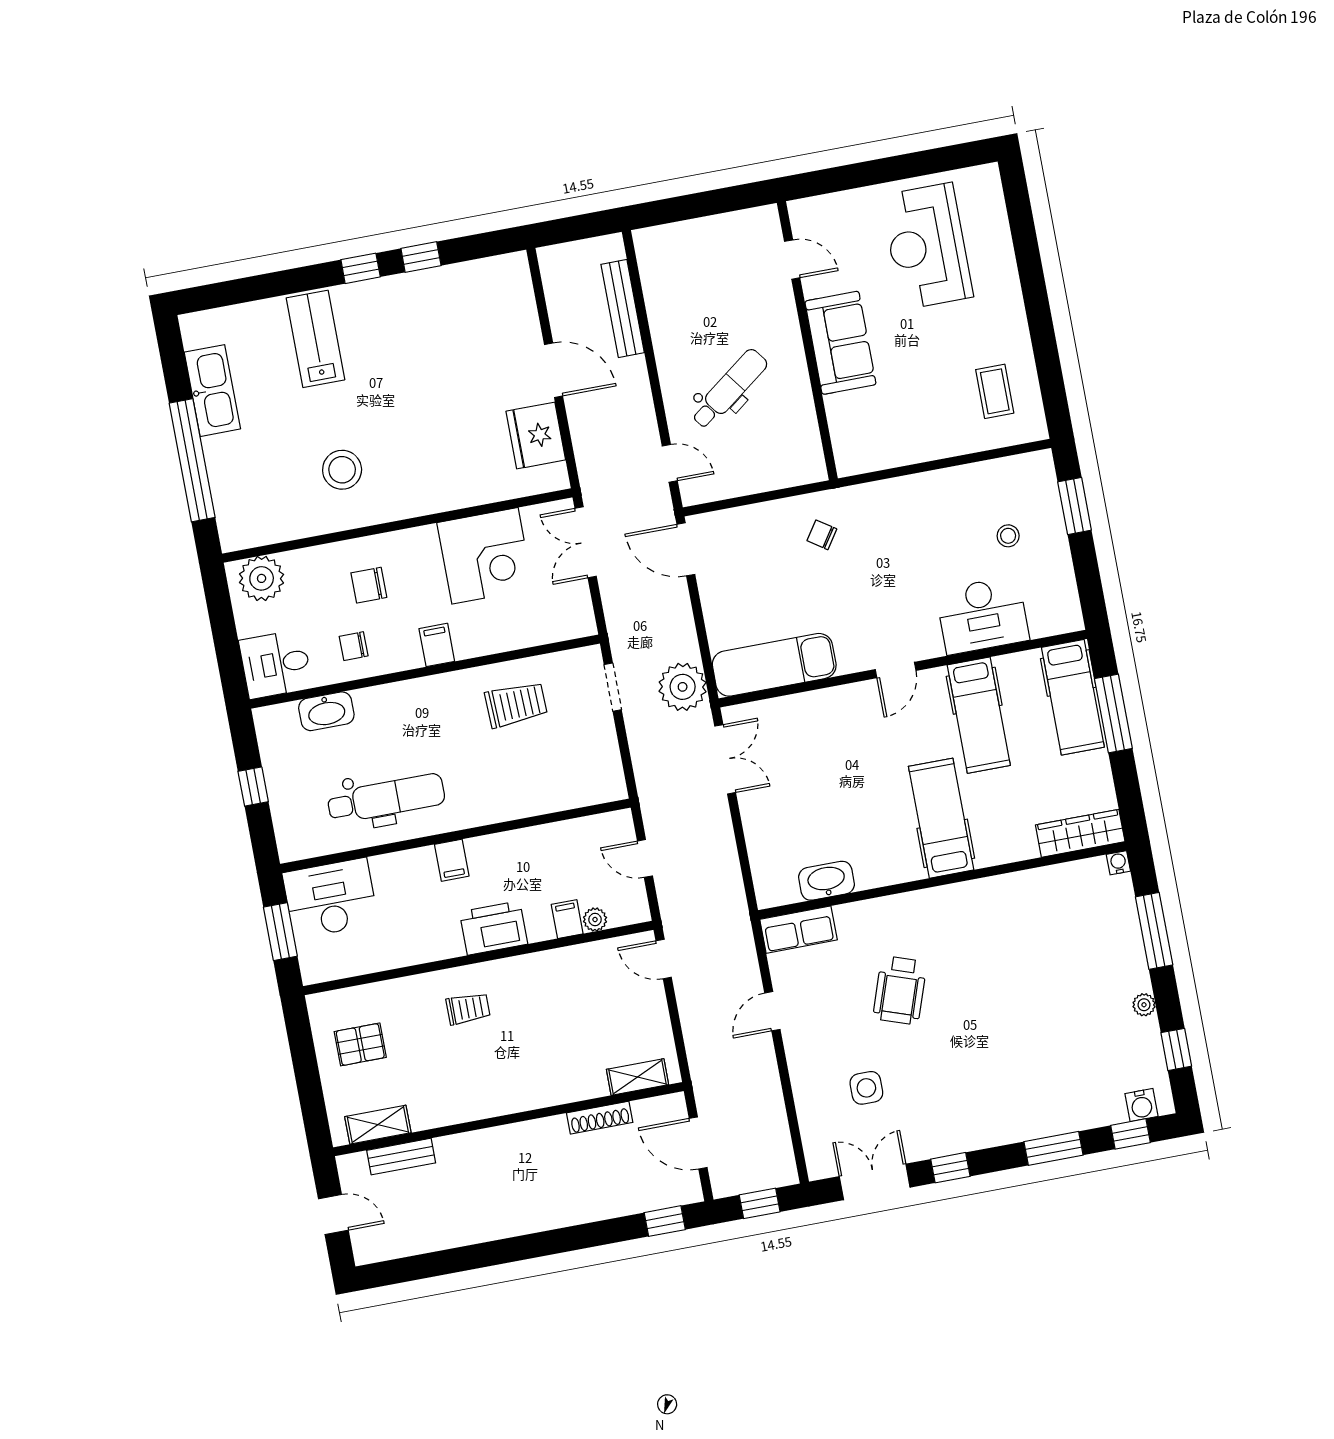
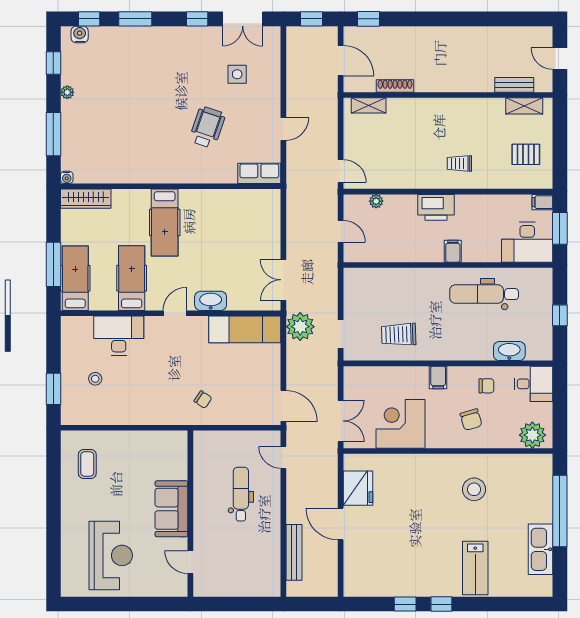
dental chair: (729, 389) -> (241, 494), turned 127
chair: (369, 585) -> (471, 420), turned 74
washbasin: (826, 881) -> (211, 301), moved, turned 180
filing cabinet: (567, 919) -> (542, 202), moved, turned 90

